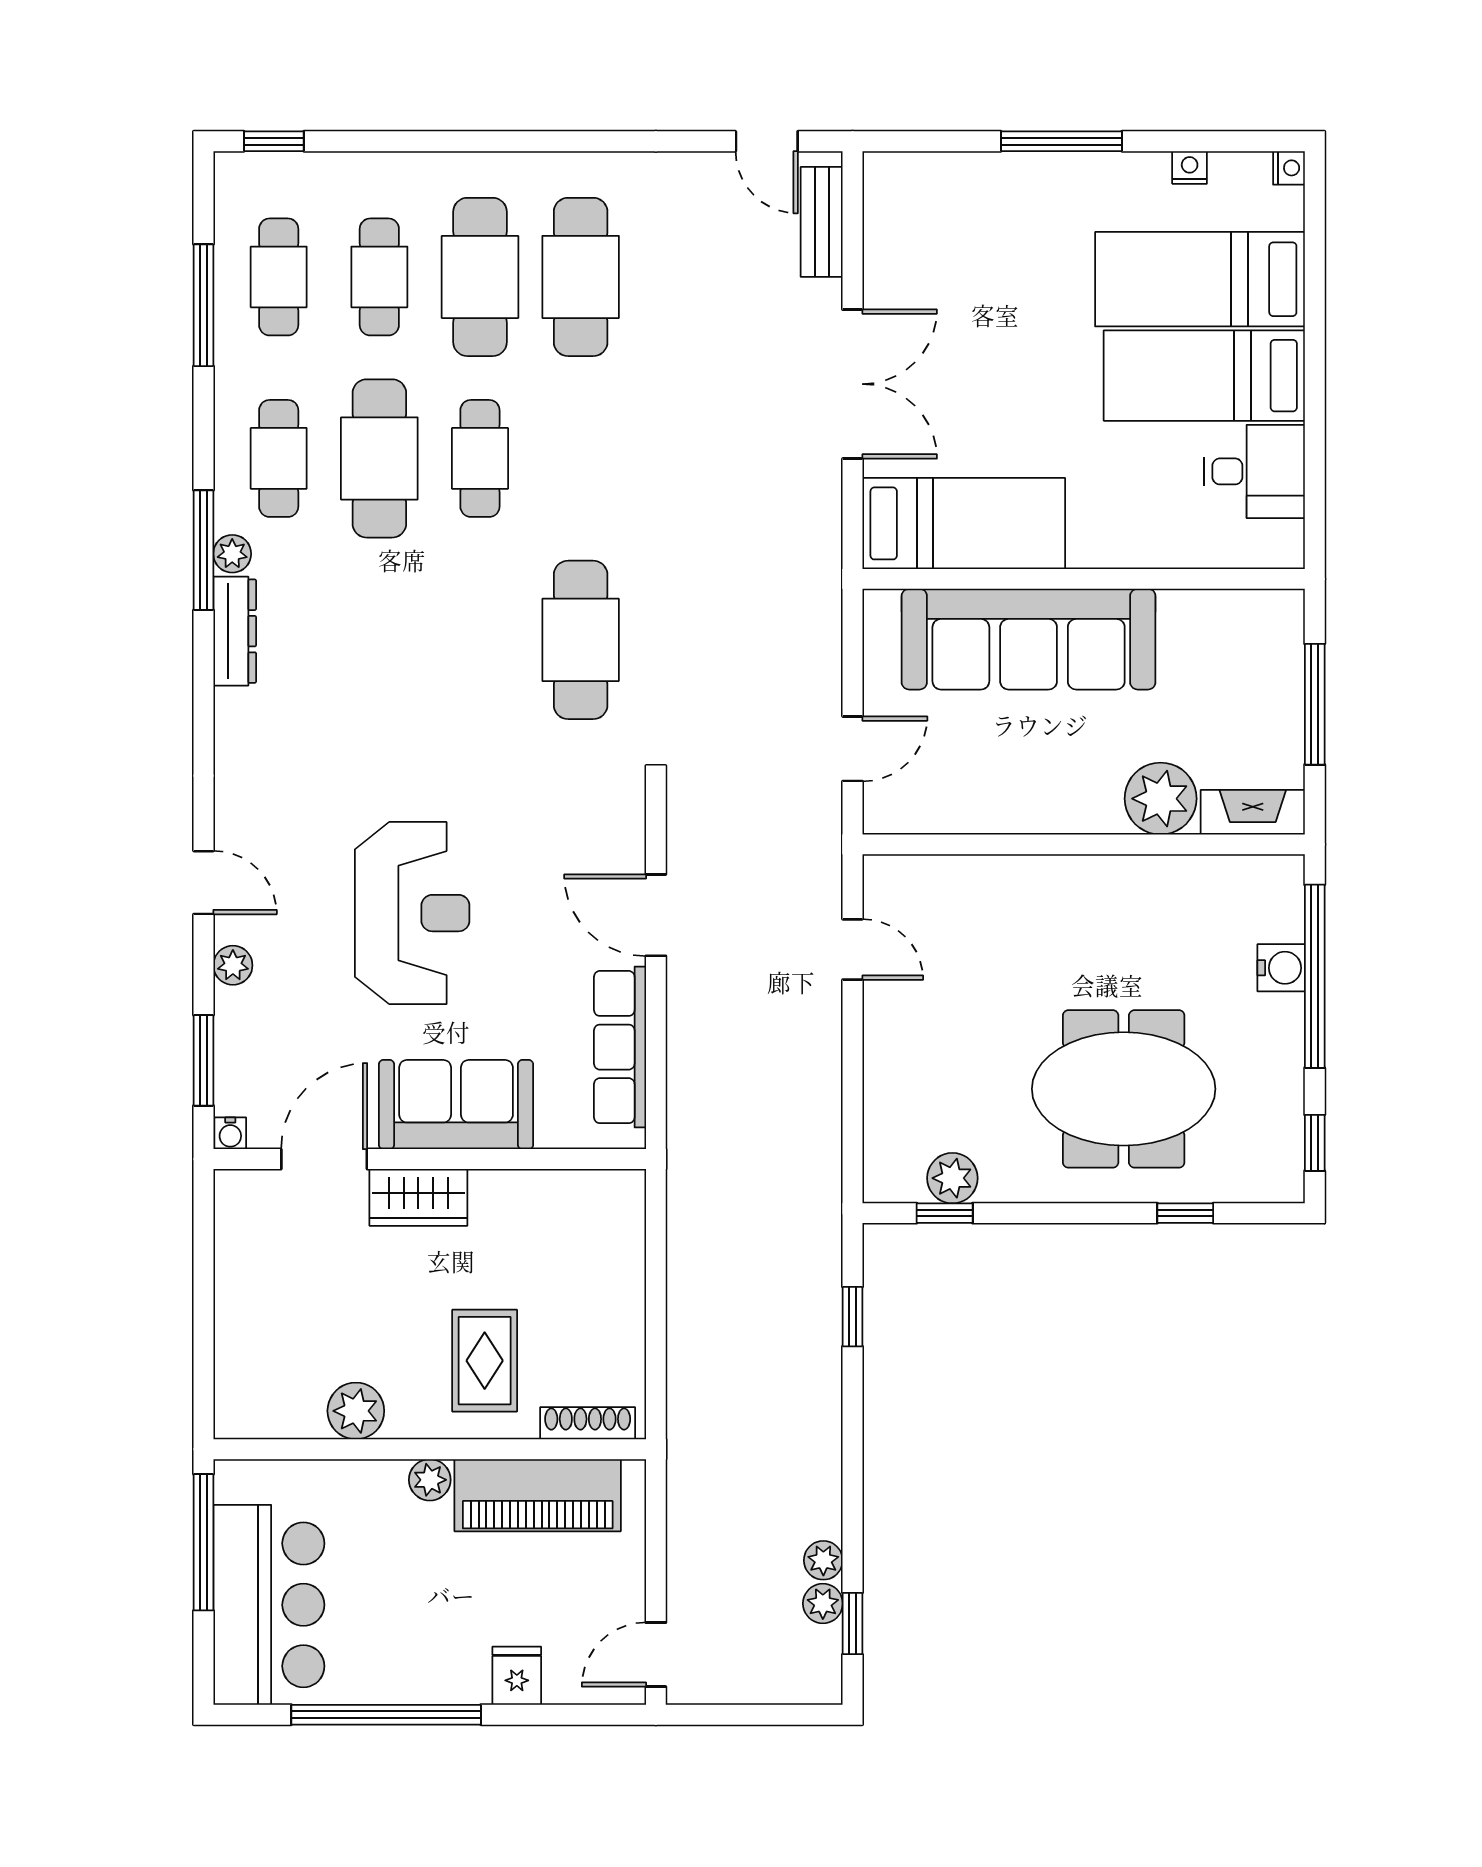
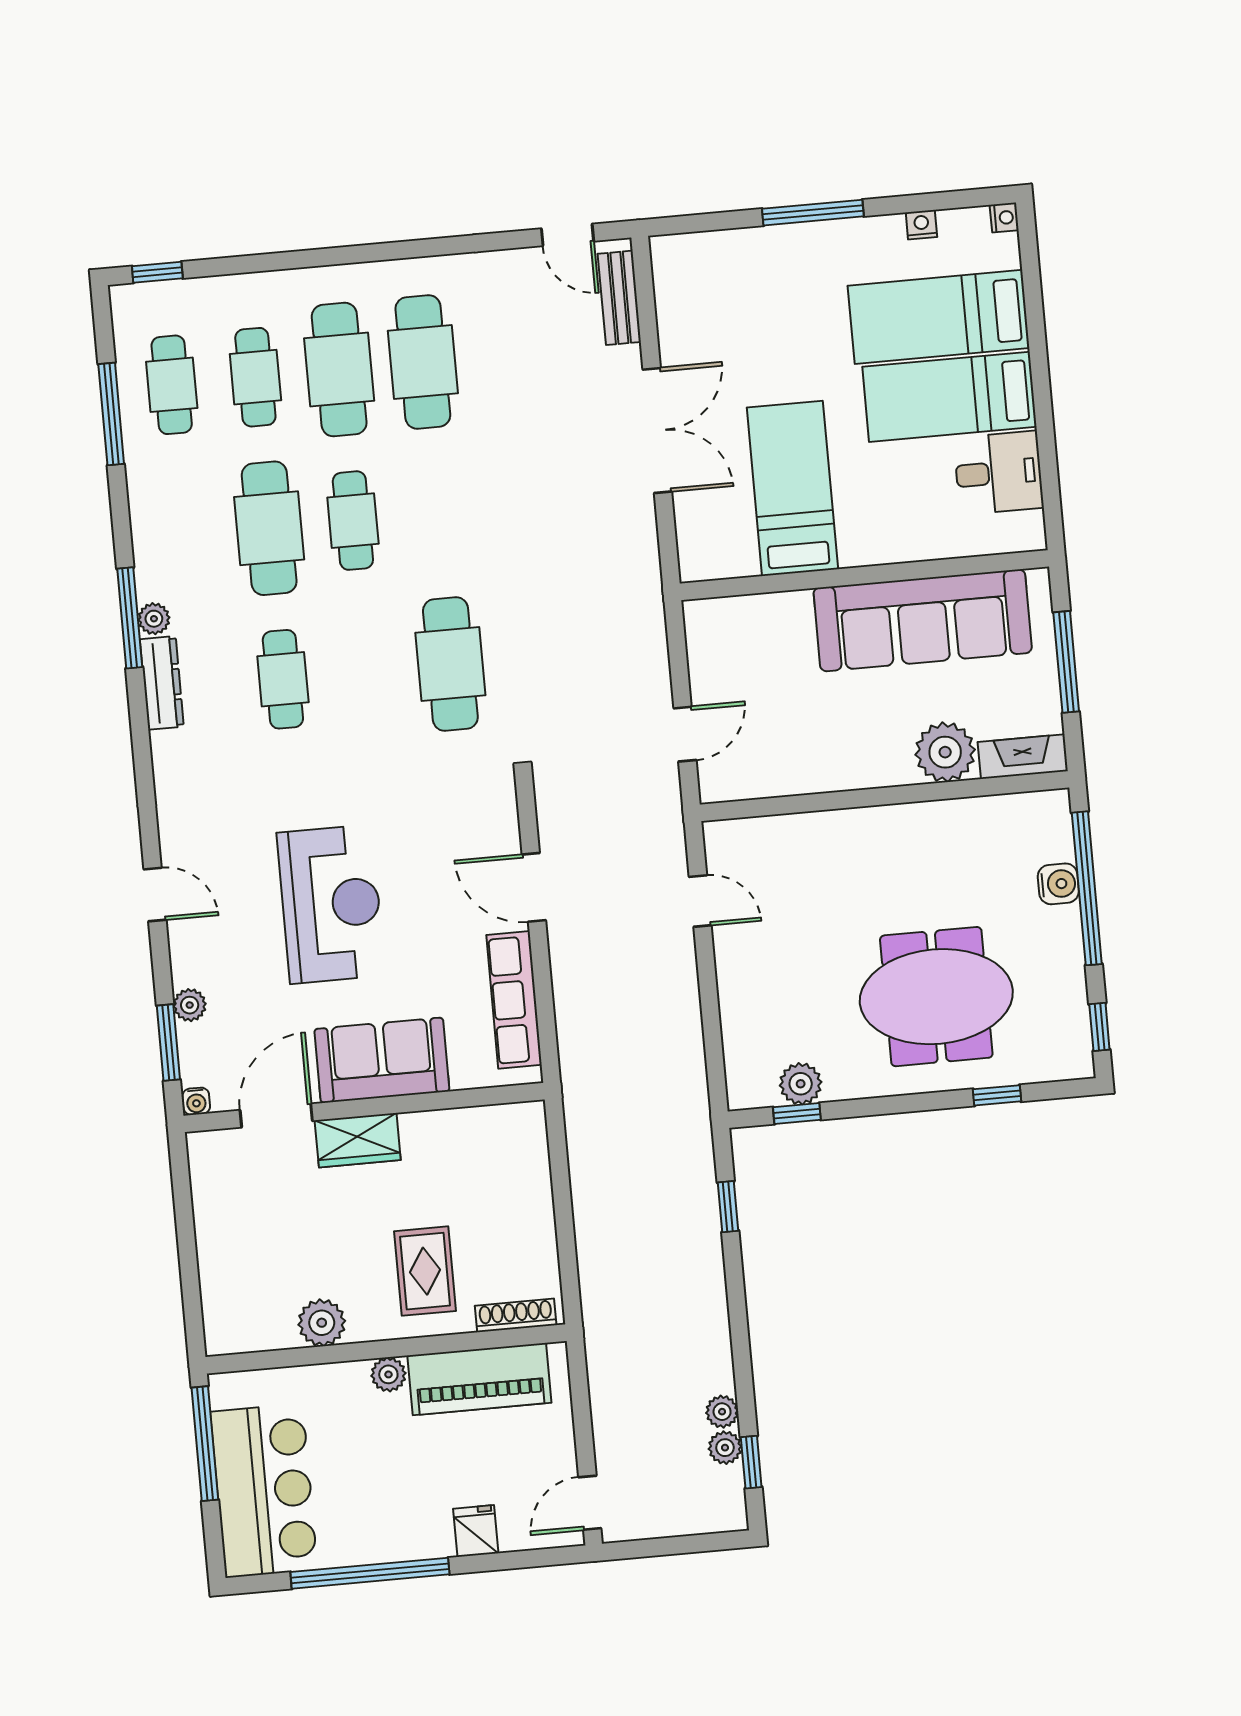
cafe table: (279, 458) -> (283, 679), moved
bed: (964, 523) -> (792, 488), moved, turned -90
sofa: (1029, 639) -> (923, 620), moved
plant: (233, 965) -> (190, 1005), moved

